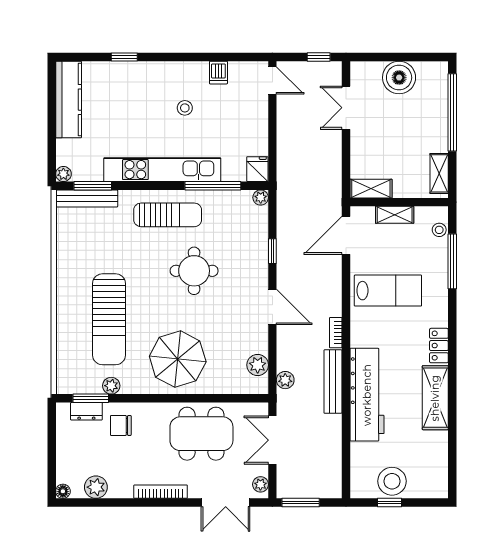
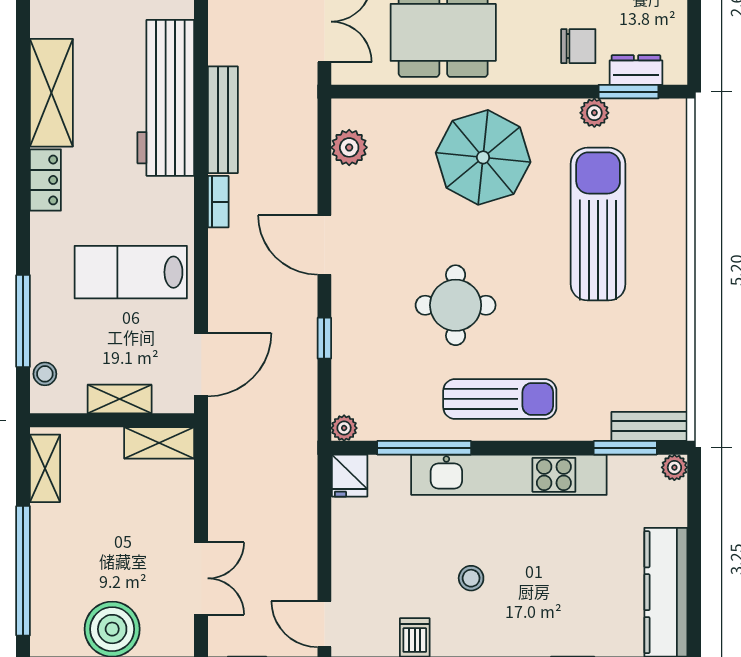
bench: (87, 198) -> (649, 426), width x0.73
sun lounger: (168, 215) -> (500, 399), turned 180
plant: (285, 380) -> (303, 122), removed

